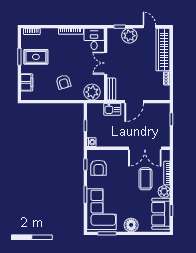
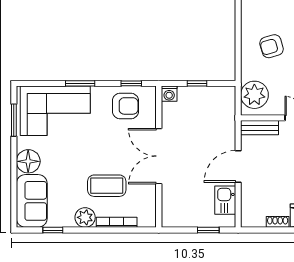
door: (134, 102) -> (238, 166), hinge flipped
kitchen sink: (112, 109) -> (225, 200), moved
double door: (145, 148) -> (159, 156), moved
armchair: (99, 168) -> (125, 106), turned 180
sofa: (161, 214) -> (32, 201), moved, turned 90

